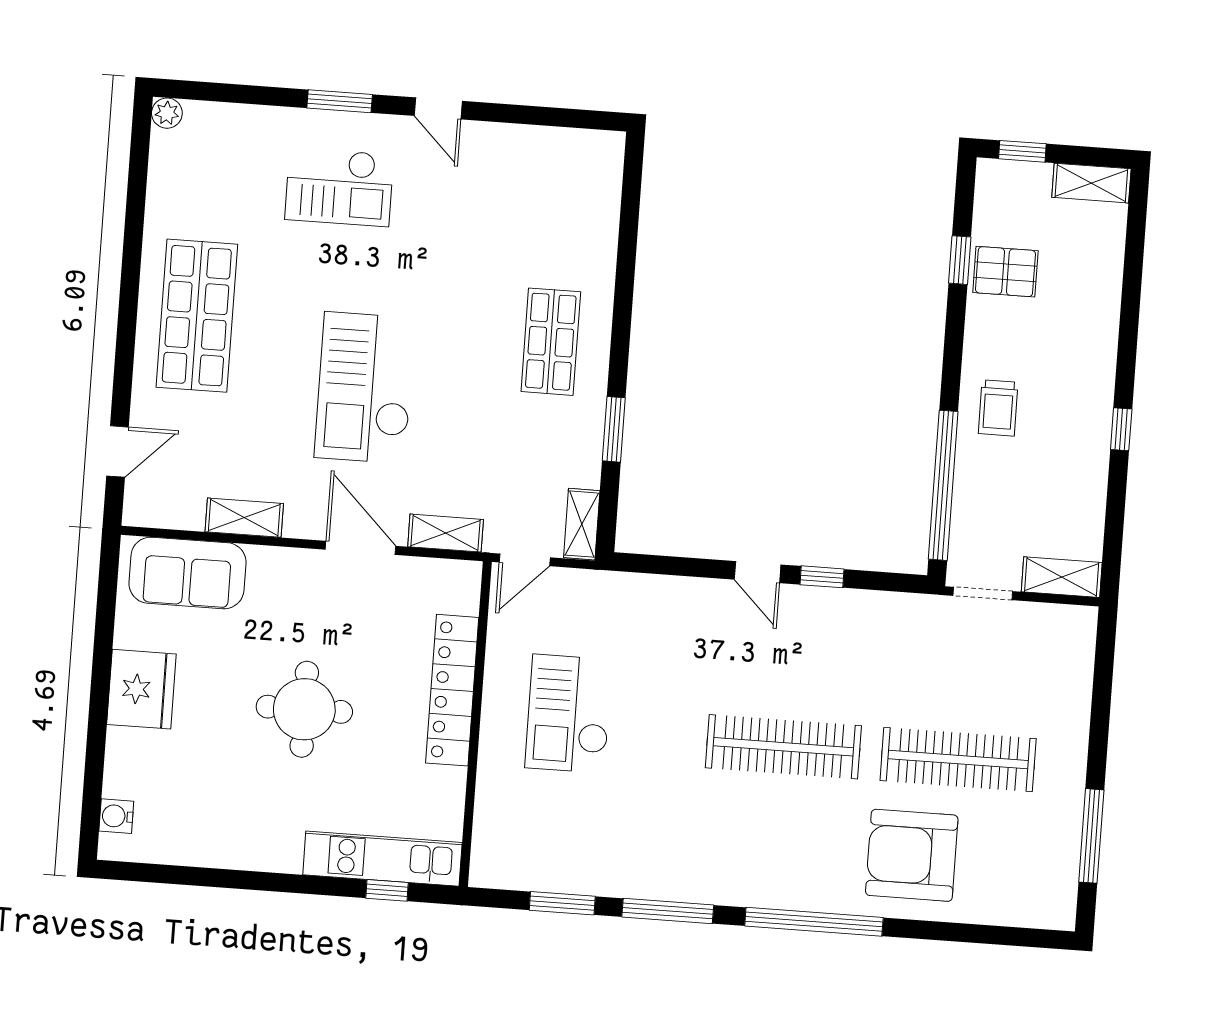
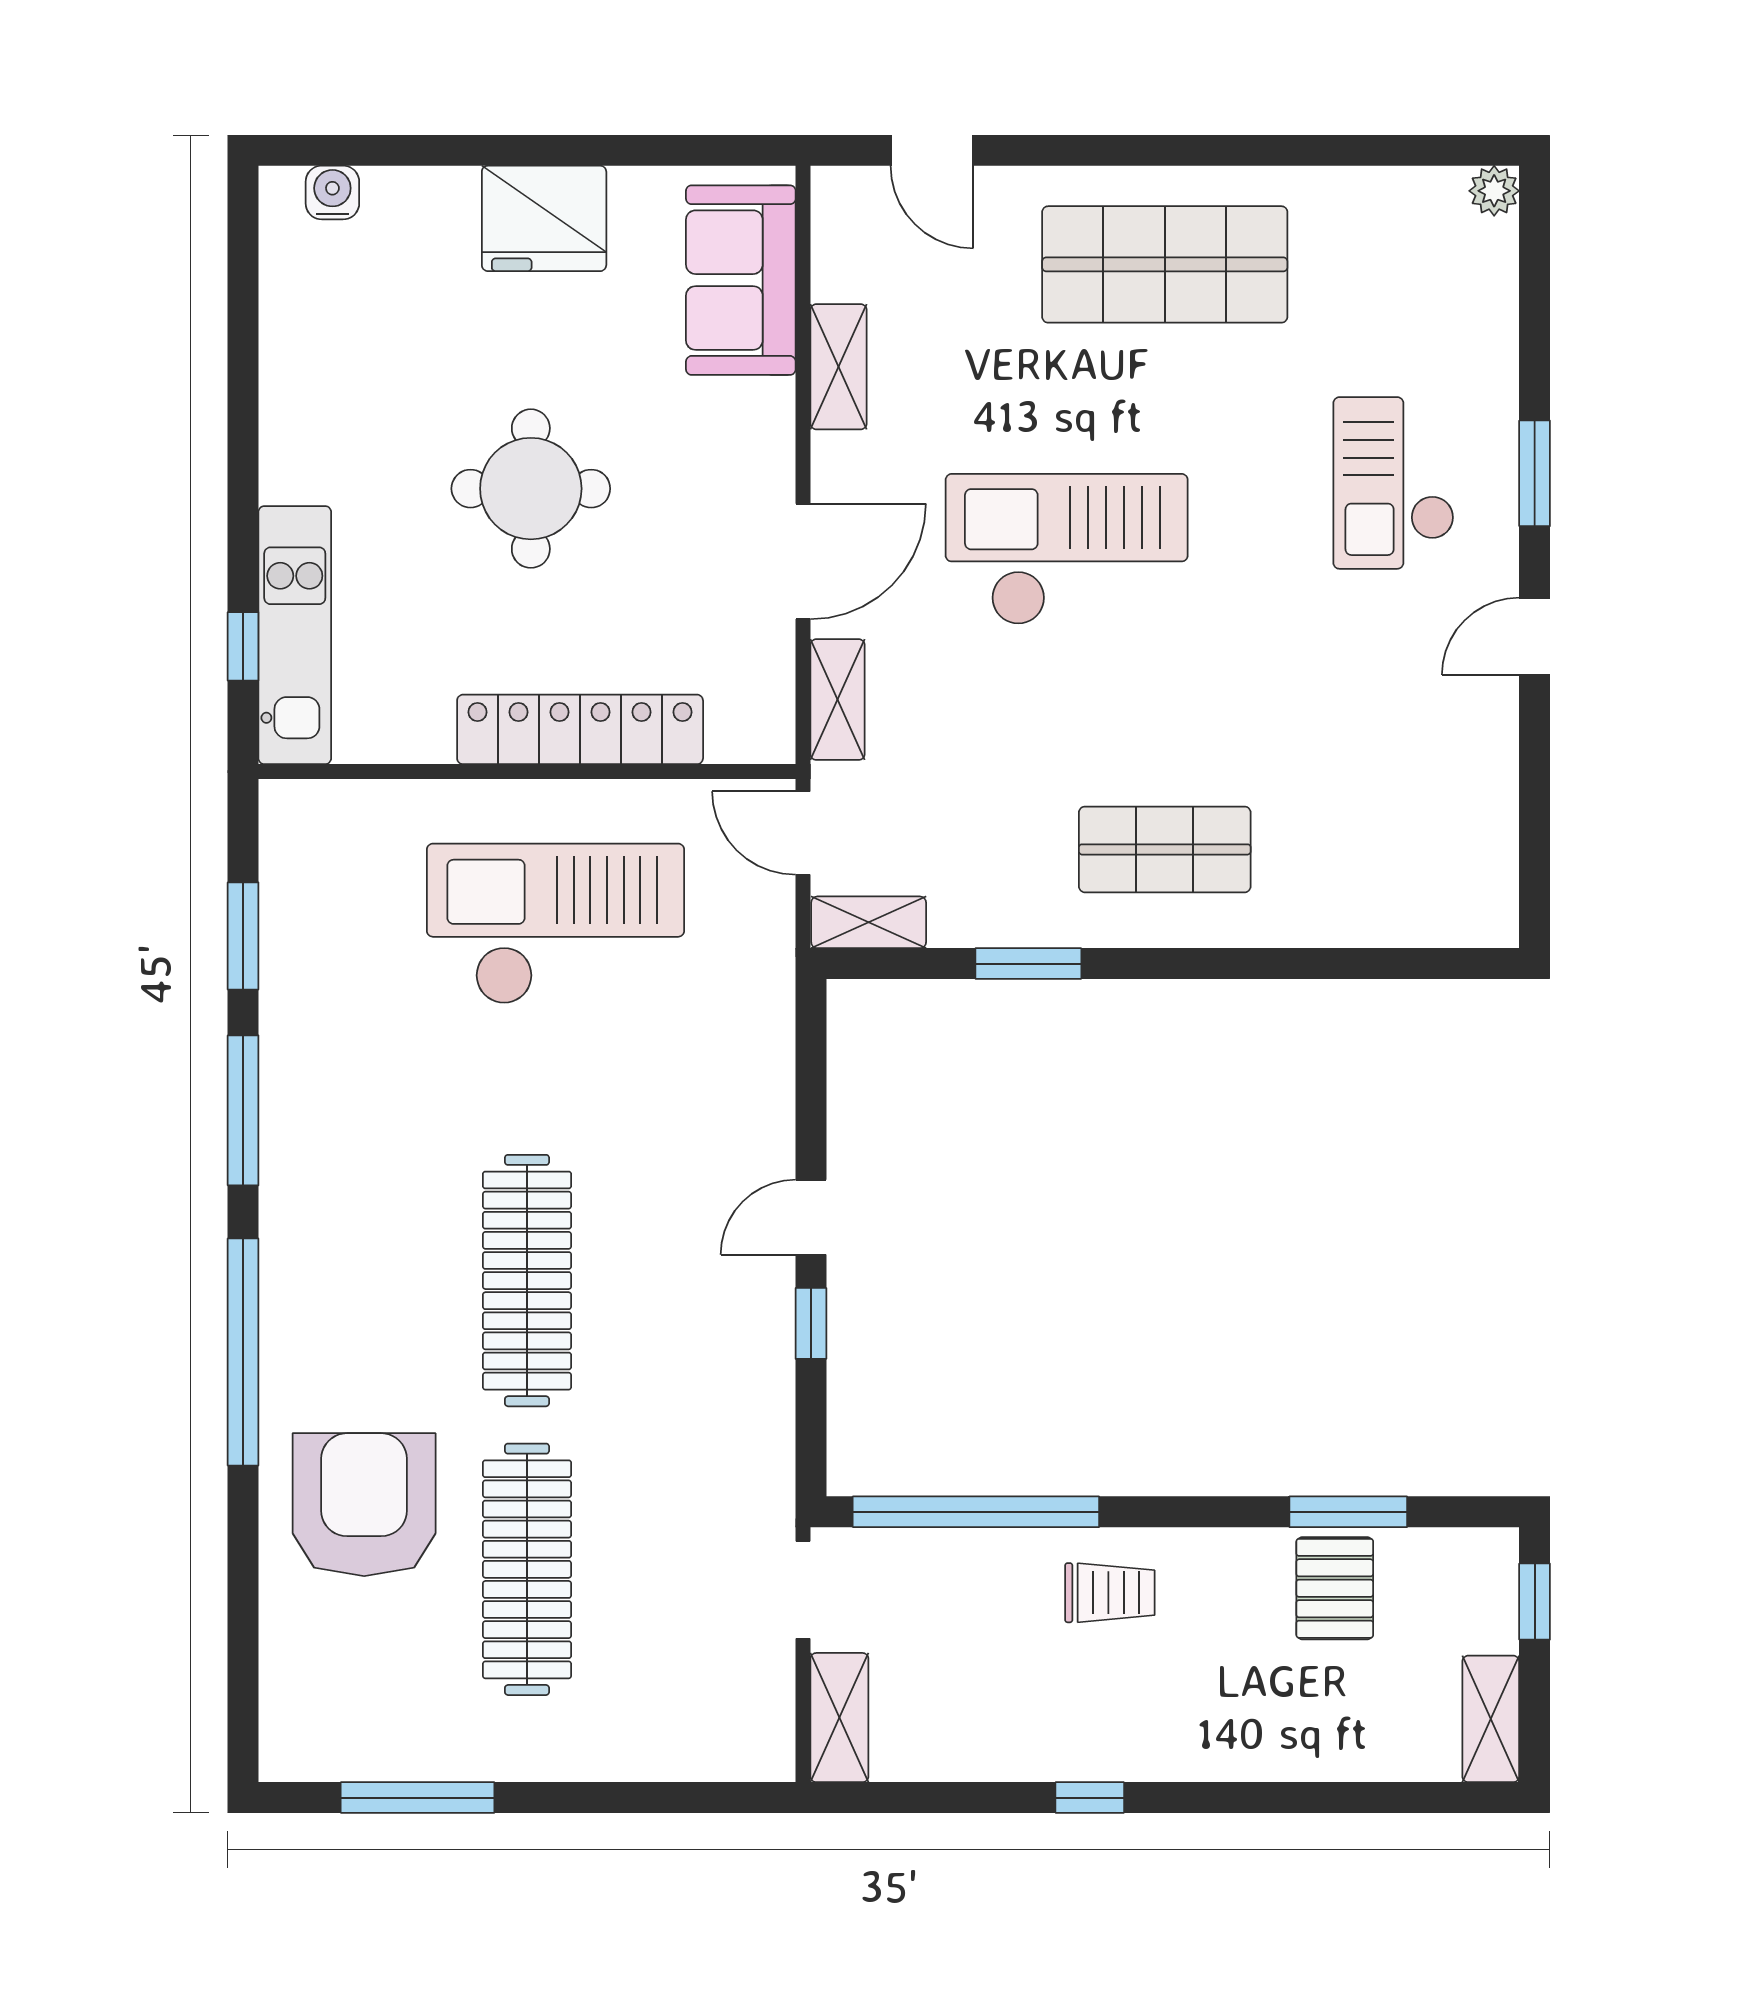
window: (960, 260) -> (1348, 1512), width x1.50
trolley: (998, 408) -> (1110, 1593), turned 180
checkout: (569, 714) -> (556, 924), width x1.36, depth x1.21

